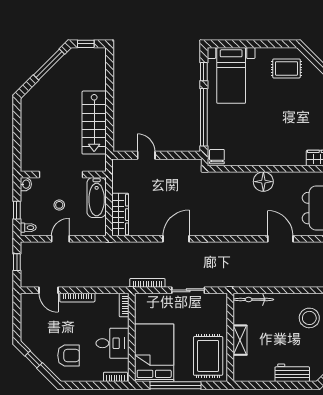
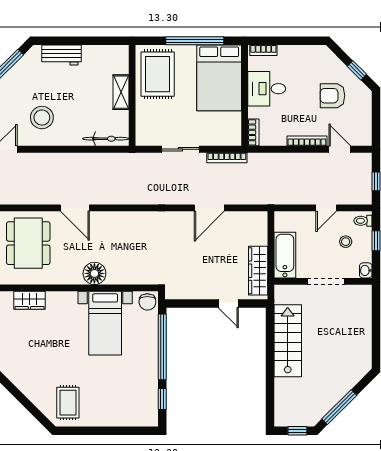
rug: (286, 68) -> (68, 403), turned 90
bed with nightstands: (231, 75) -> (105, 323), moved, turned 180
doorway: (61, 175) -> (326, 281), width x0.73
stool: (59, 205) -> (346, 242), moved
wardrobe: (120, 215) -> (258, 271), moved
door: (176, 239) -> (209, 208), moved
armchair: (69, 355) -> (332, 96), moved

